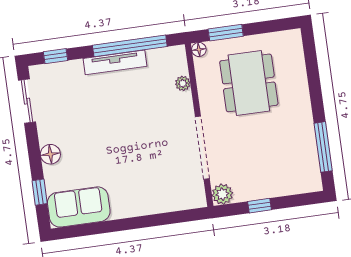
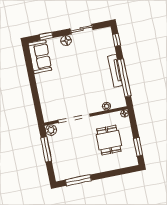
window: (226, 33) -> (138, 147), moved
dining table: (249, 83) -> (109, 140), width x0.73
sliding door: (27, 101) -> (82, 29), moved
window: (260, 206) -> (46, 149), width x2.17

